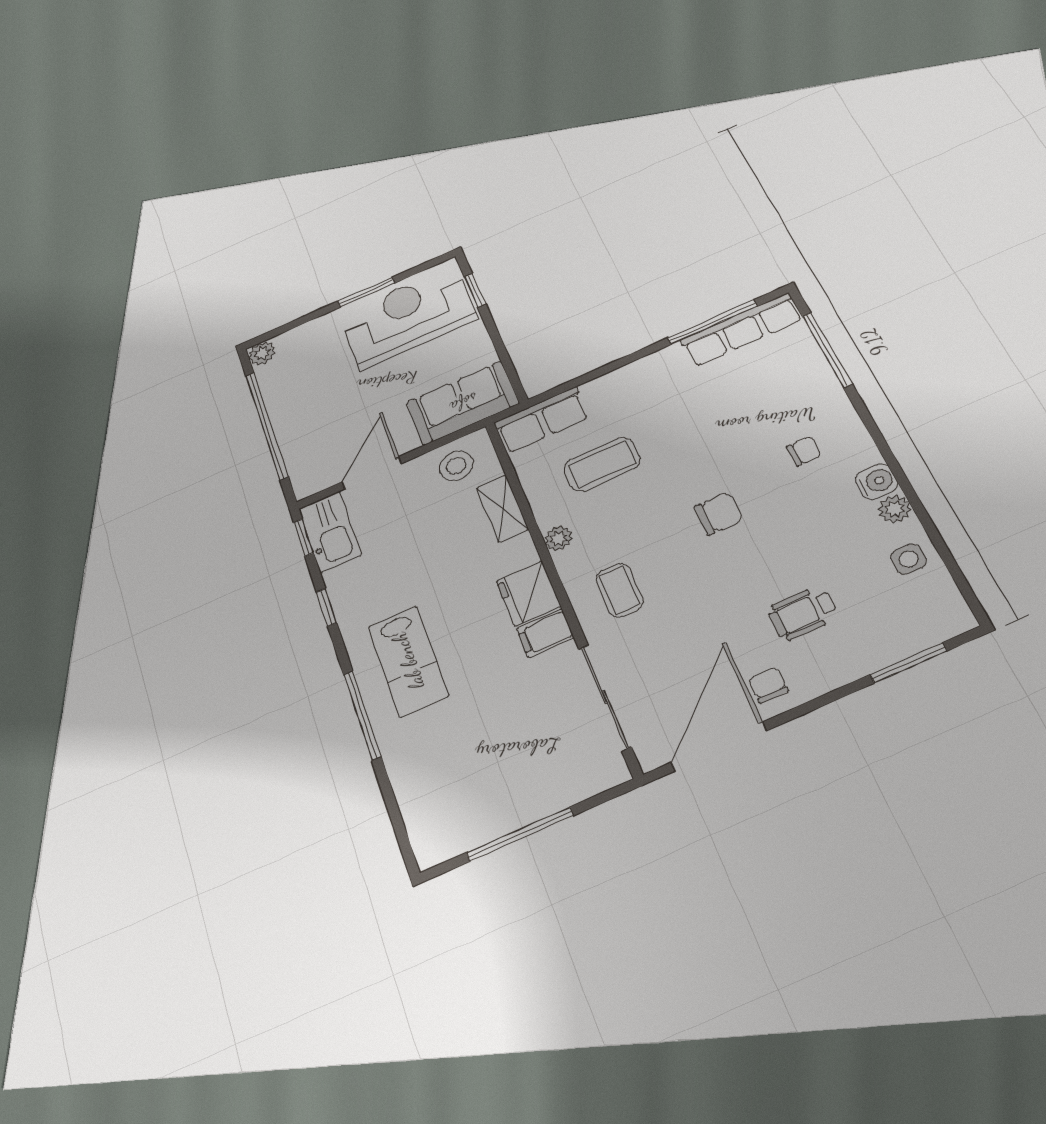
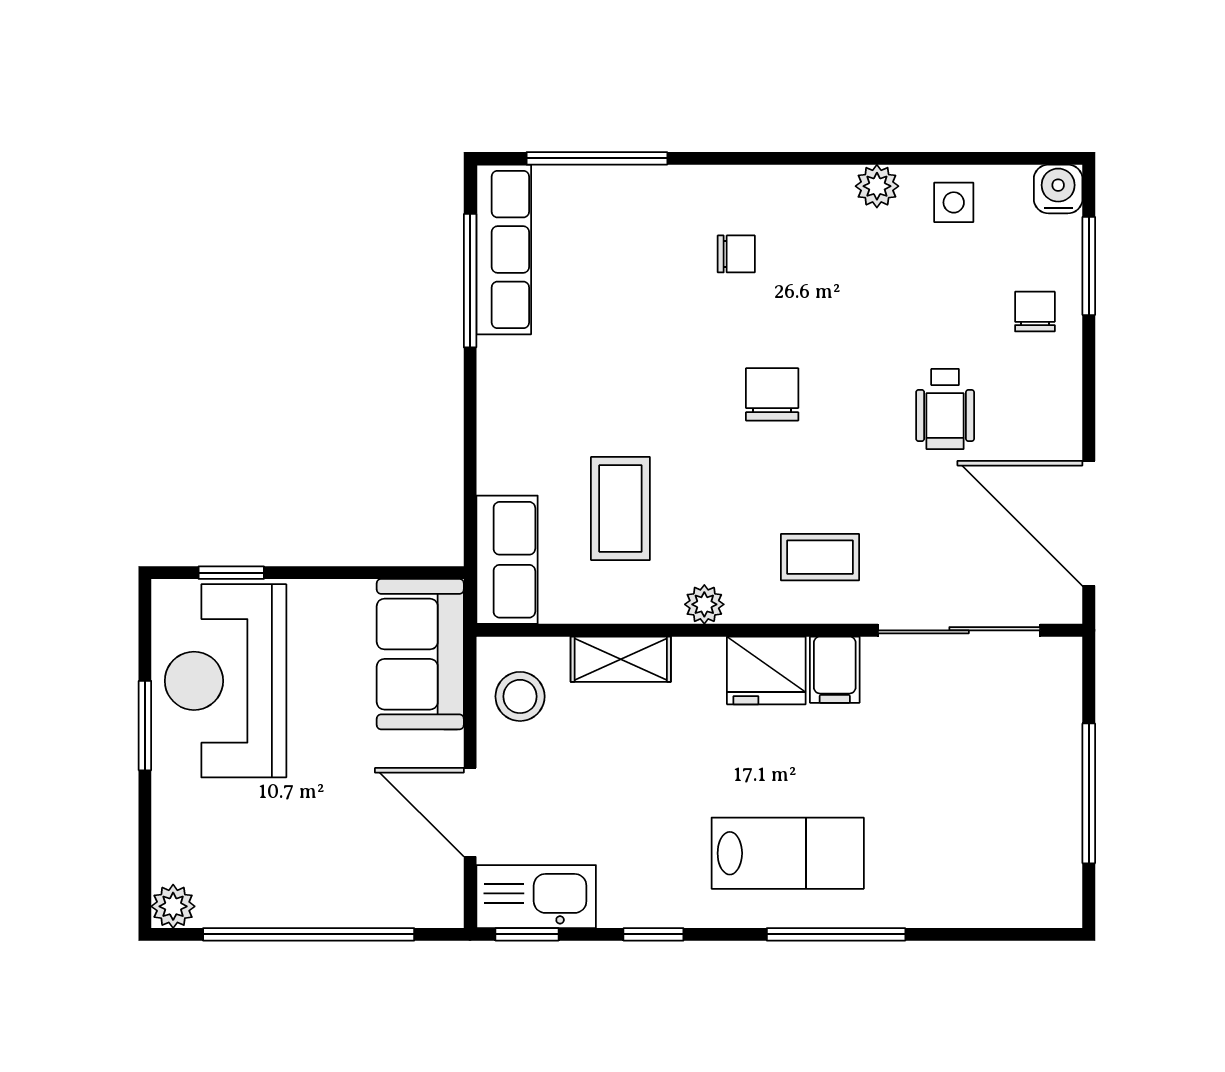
chair: (804, 451) -> (736, 254), turned 90
water cooler: (877, 482) -> (1058, 189), moved
wheelchair: (803, 613) -> (945, 409), moved
chair: (768, 685) -> (1035, 312), moved, turned 90

